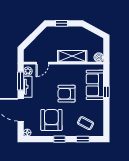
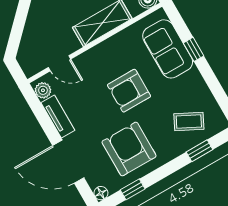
door: (42, 63) -> (60, 63), hinge flipped
window: (21, 81) -> (41, 114), removed
window: (60, 139) -> (133, 189), moved

